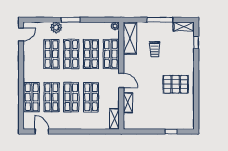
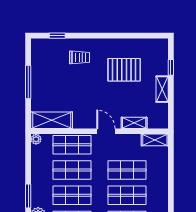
shelving: (184, 26) -> (162, 89), moved
trolley: (155, 49) -> (79, 57), moved
door: (121, 80) -> (106, 131), hinge flipped
pallet: (176, 84) -> (124, 70), moved, turned 90

